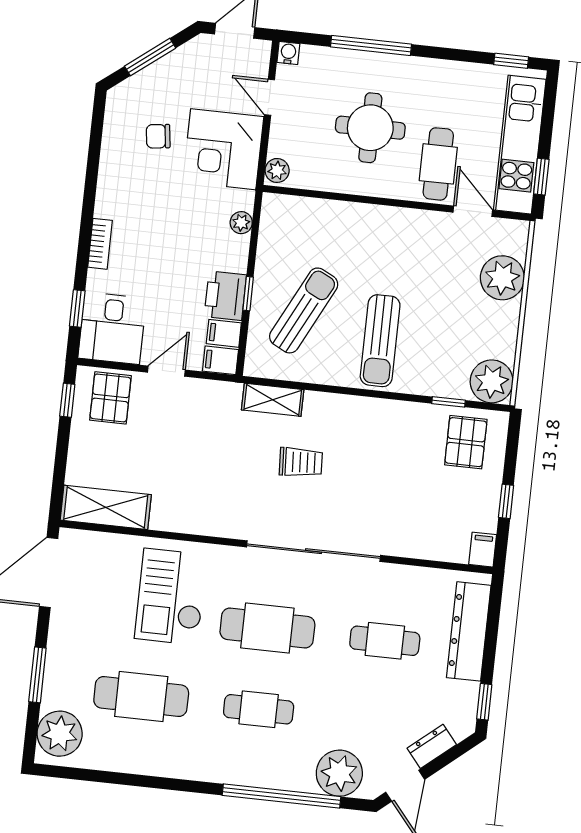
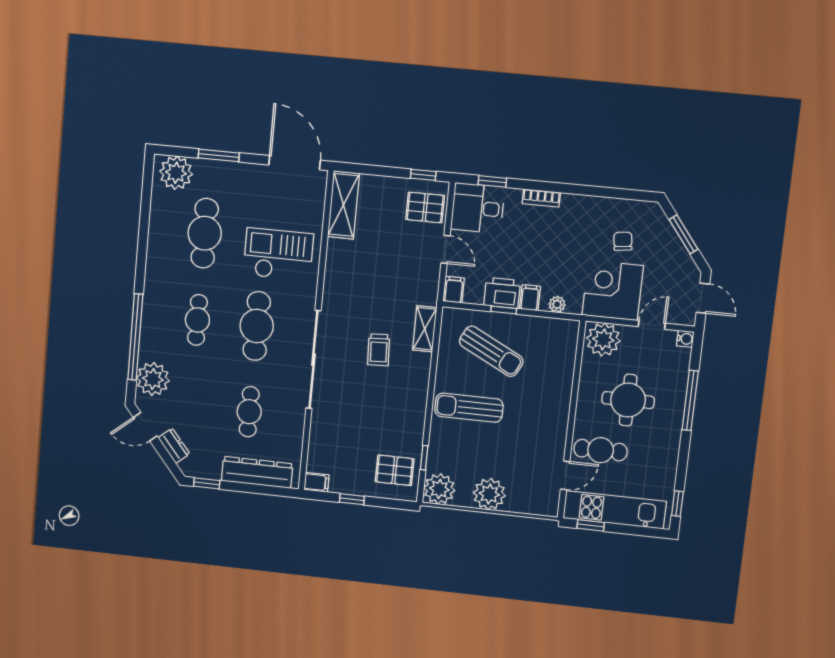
plant: (277, 170) -> (603, 339), width x1.88, depth x1.88
plant: (502, 278) -> (489, 494), moved
filing cabinet: (224, 333) -> (530, 298), moved

